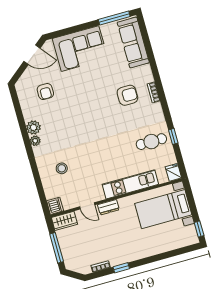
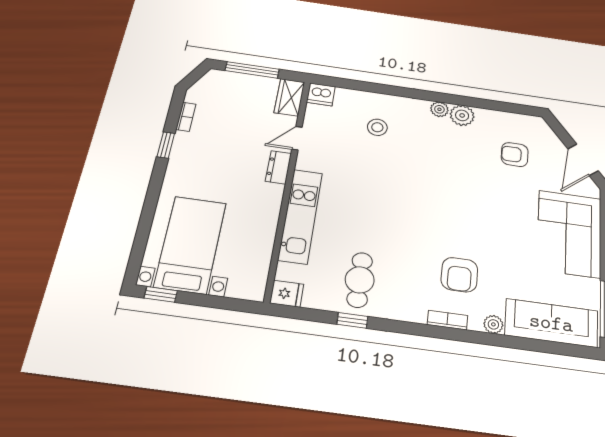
plant: (146, 70) -> (493, 324), added
bed with nightstands: (163, 209) -> (190, 244), moved

